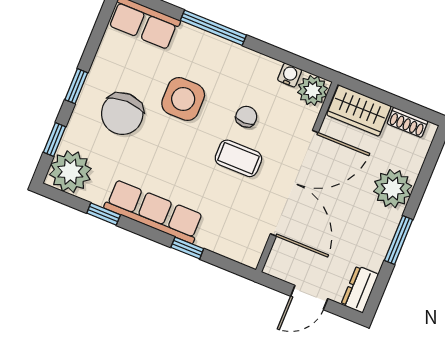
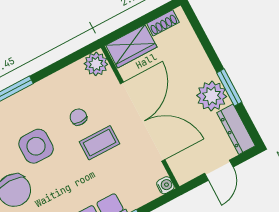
water cooler: (290, 75) -> (165, 185), moved, turned 90
plant: (393, 189) -> (212, 96), moved
dresser: (360, 289) -> (236, 129), width x1.44

